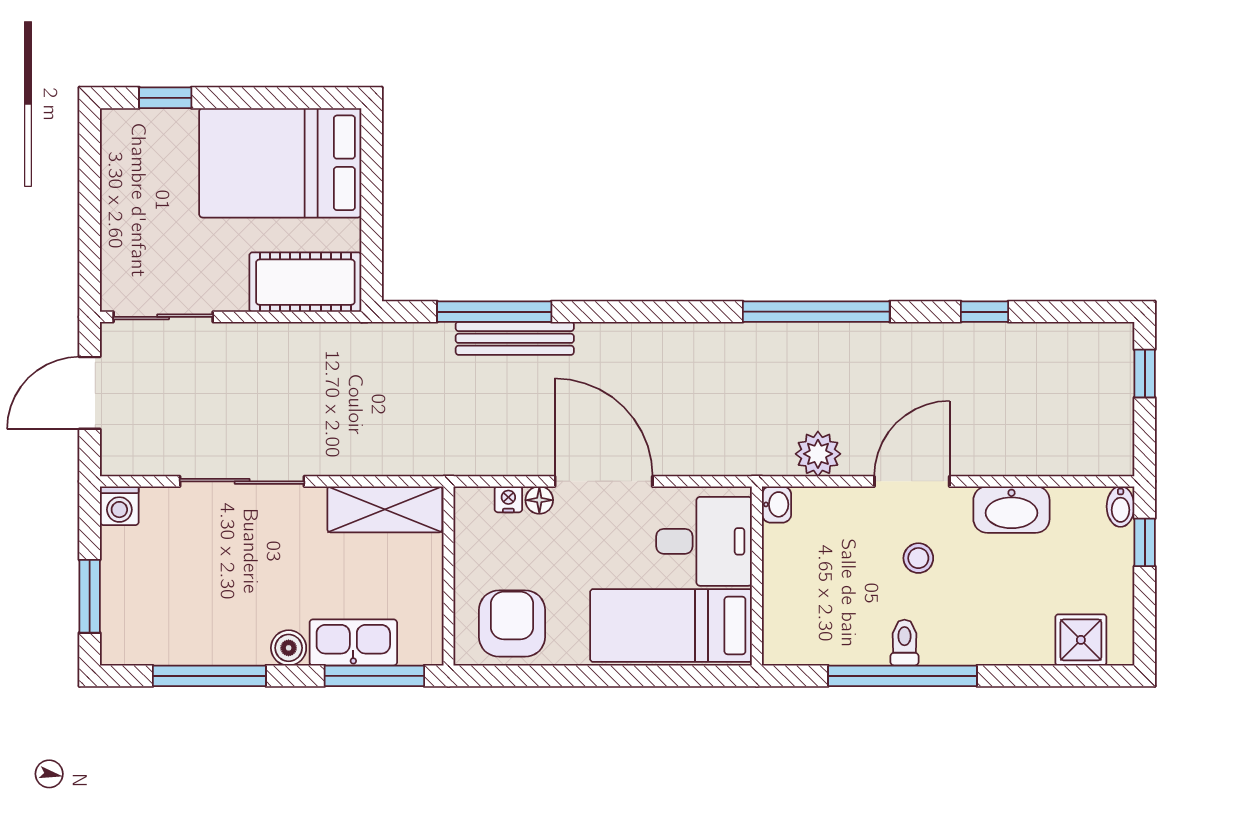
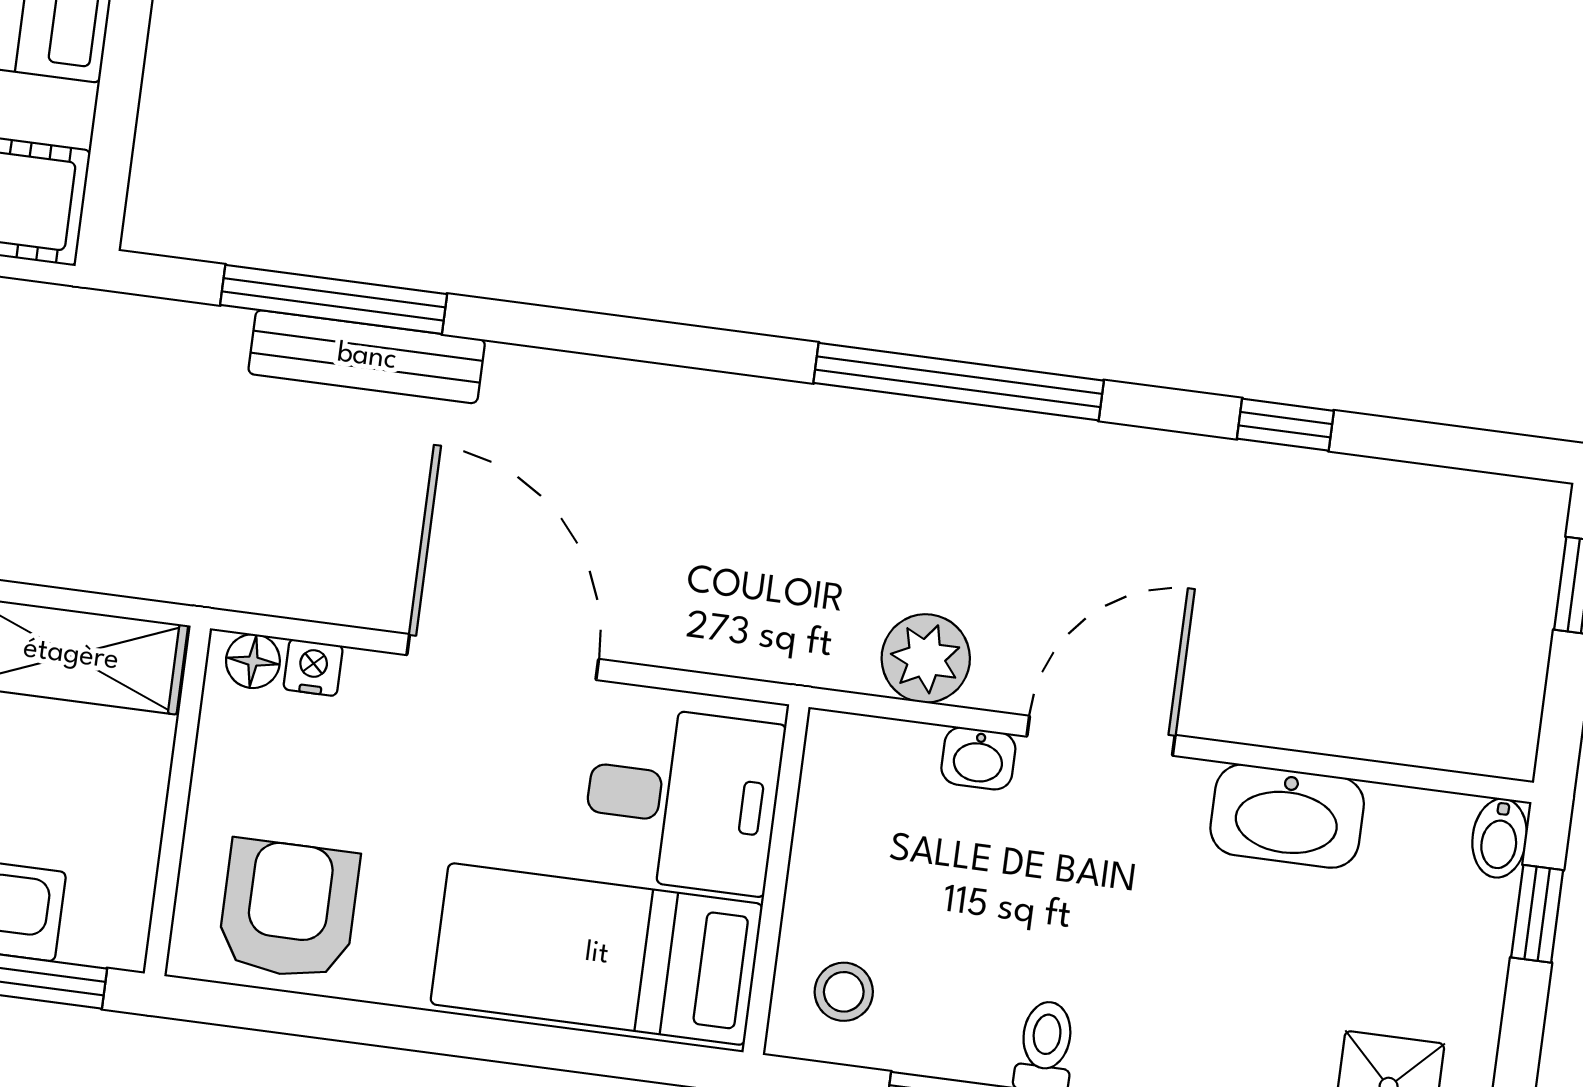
floor lamp: (539, 500) -> (253, 661), moved
washbasin: (777, 504) -> (978, 758), moved, turned 90
stool: (918, 558) -> (844, 992), moved

